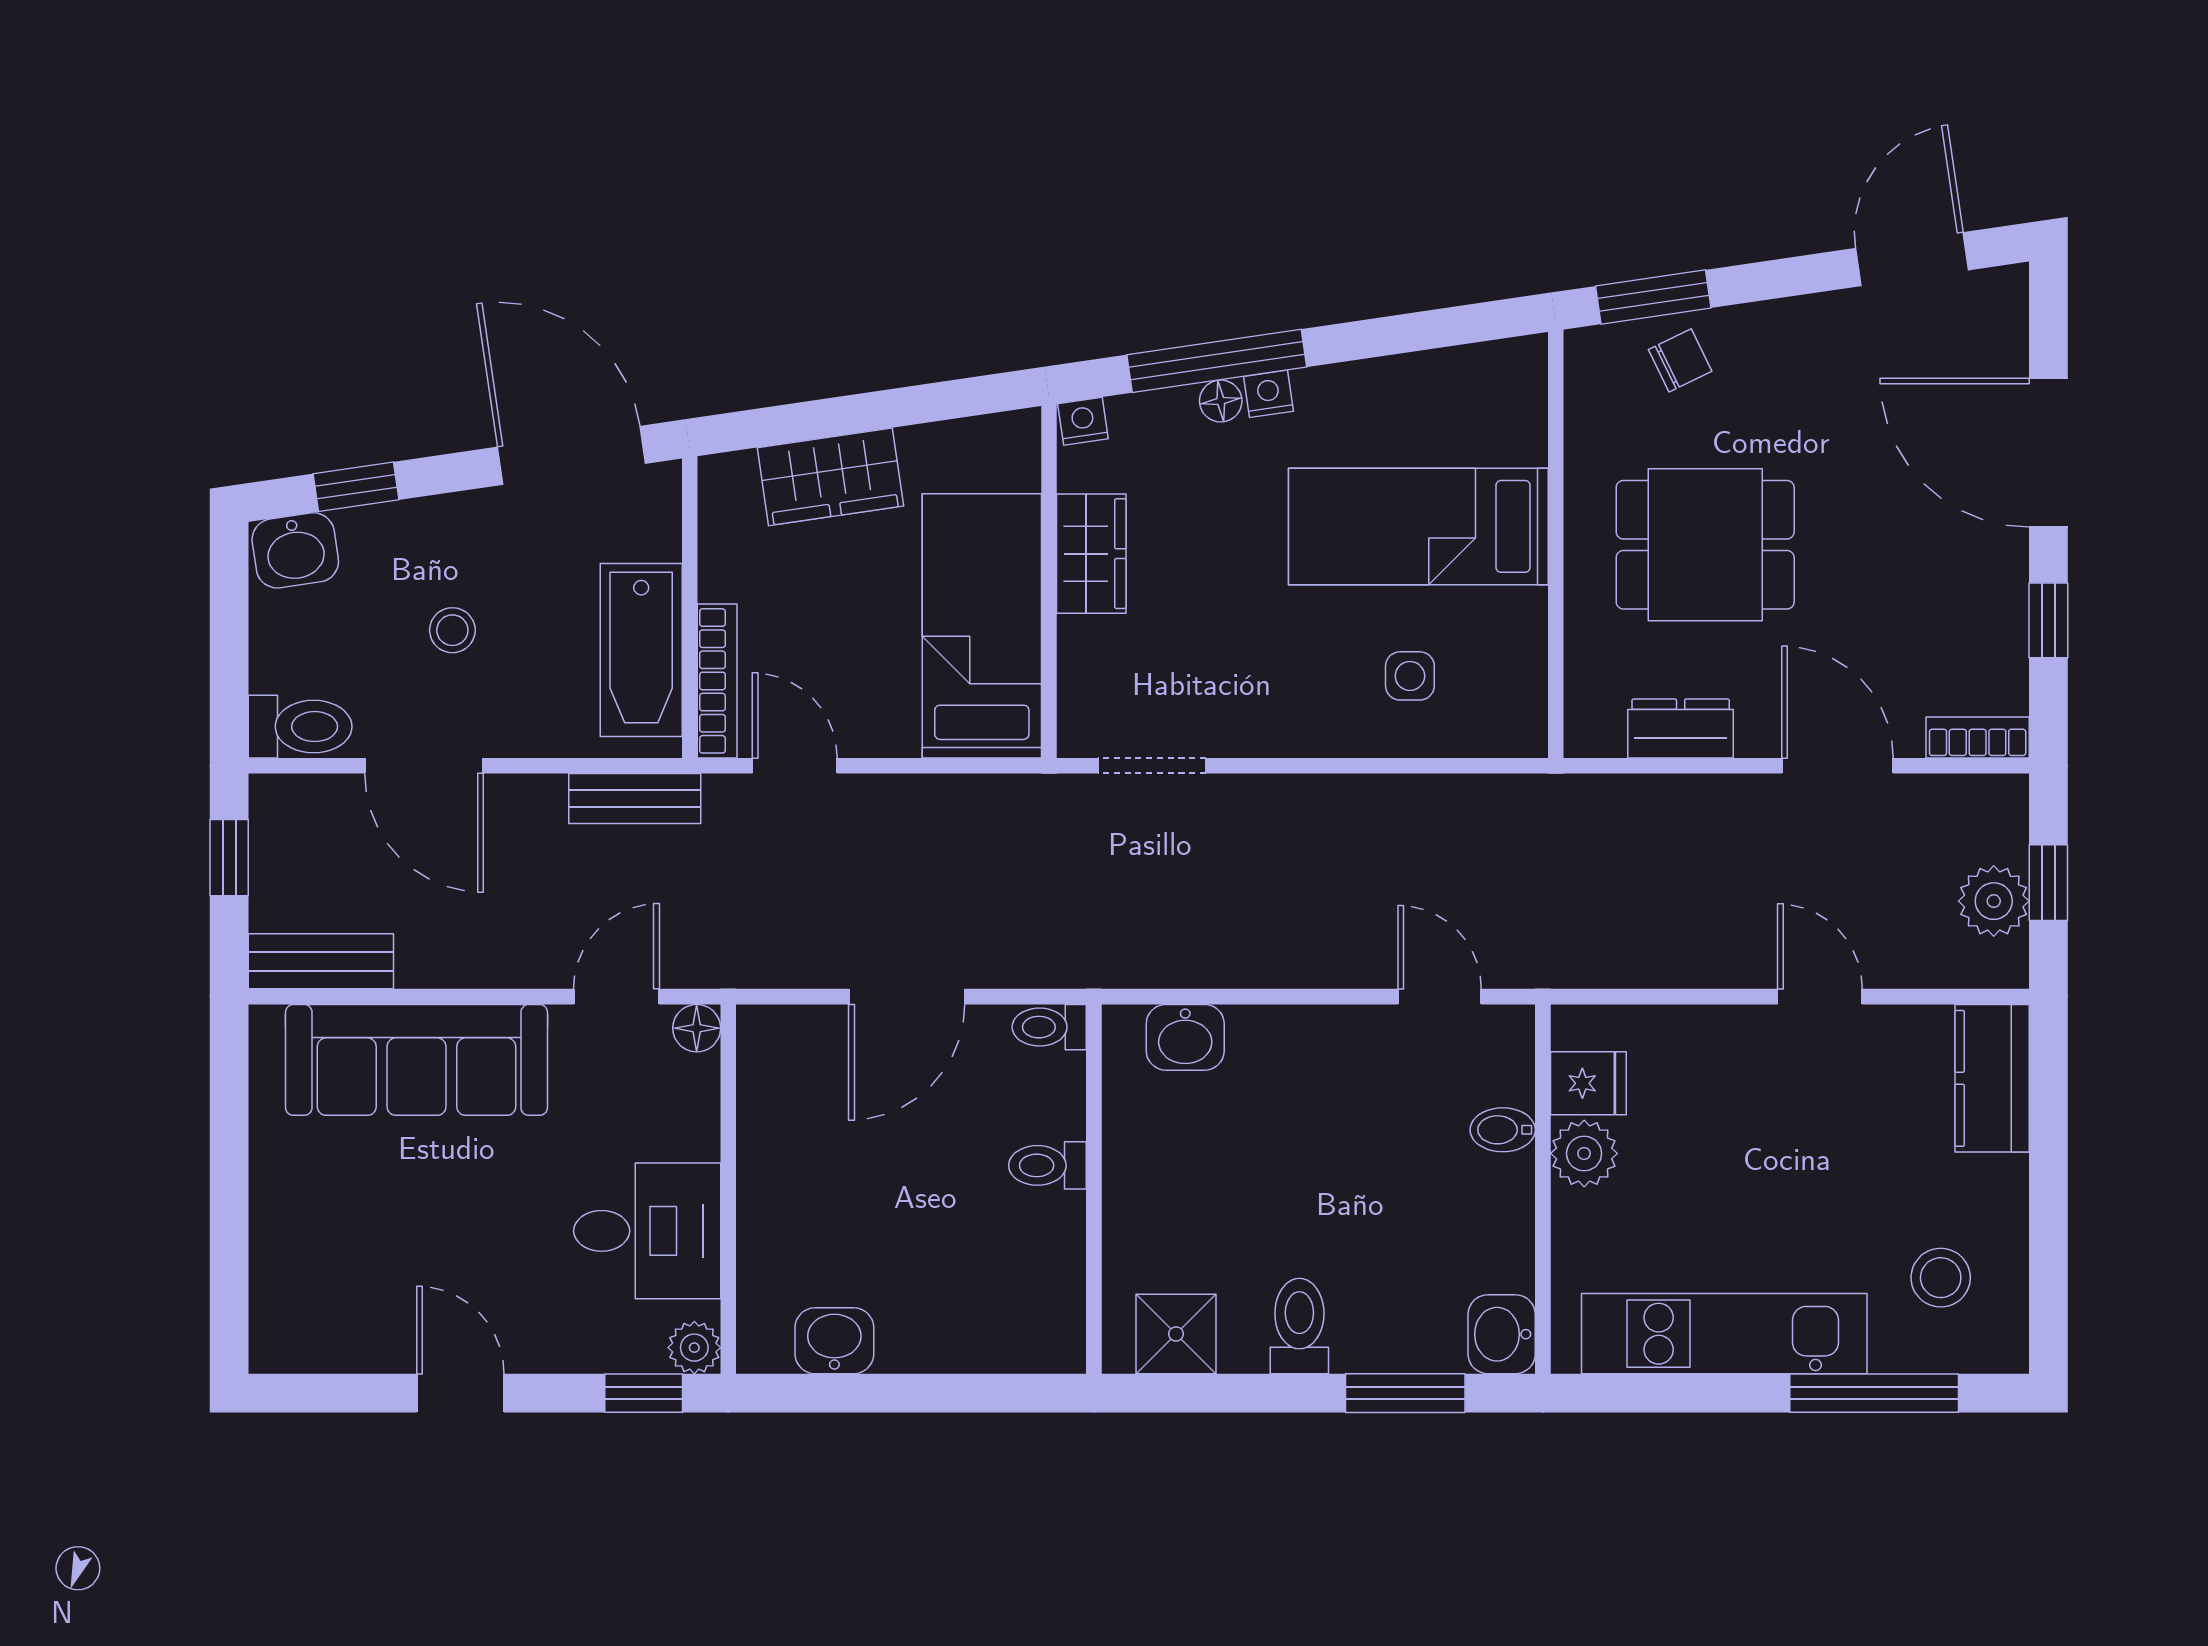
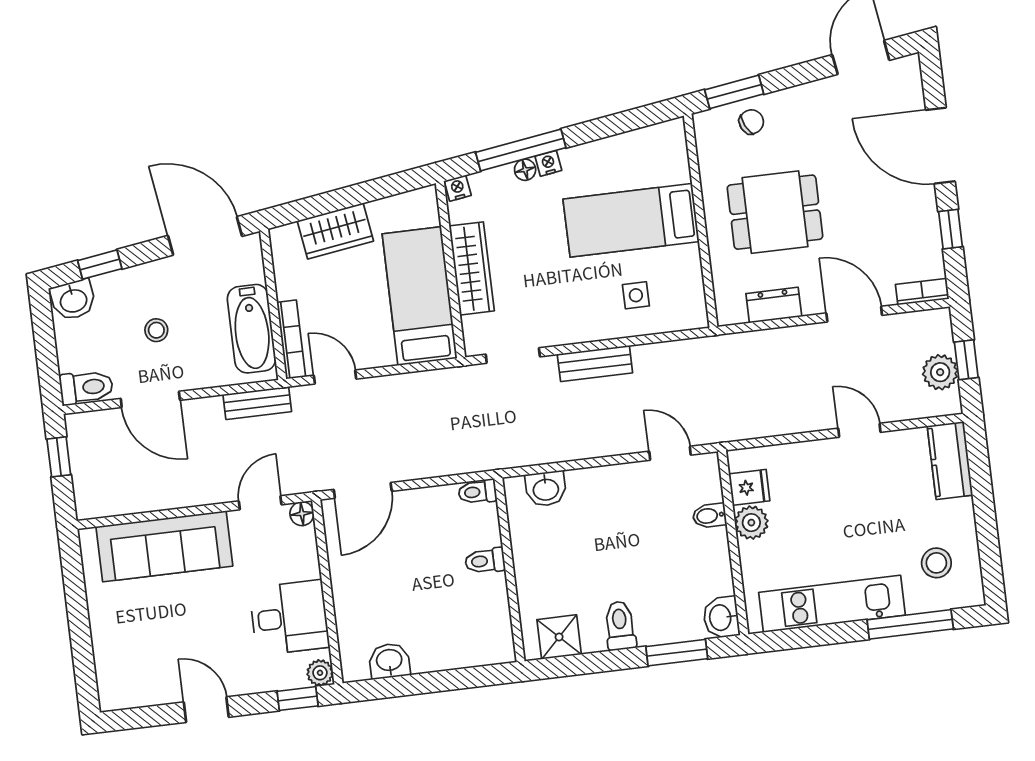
wardrobe: (1091, 554) -> (472, 268), width x1.50
bench: (321, 961) -> (595, 363), moved
door: (907, 997) -> (363, 490), moved

